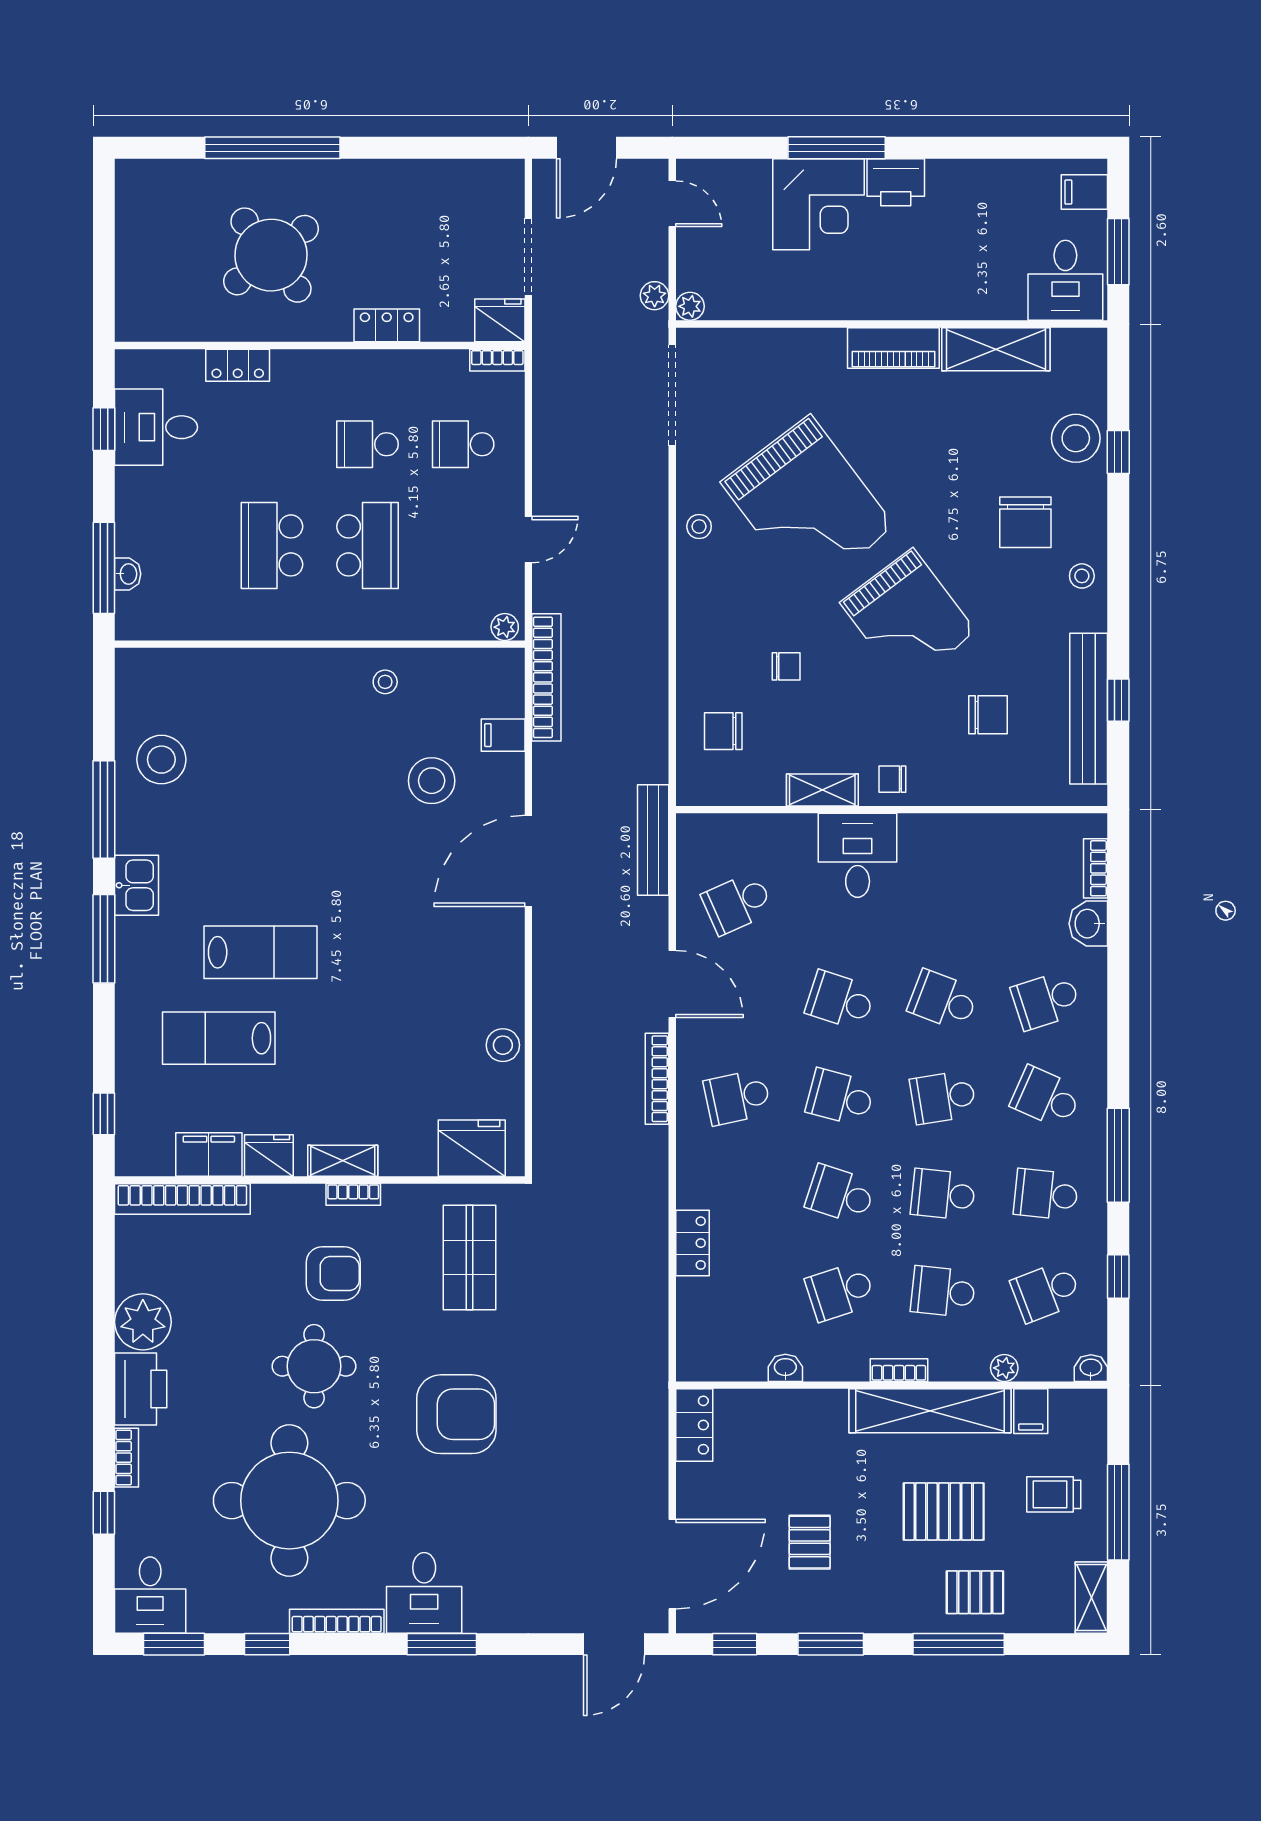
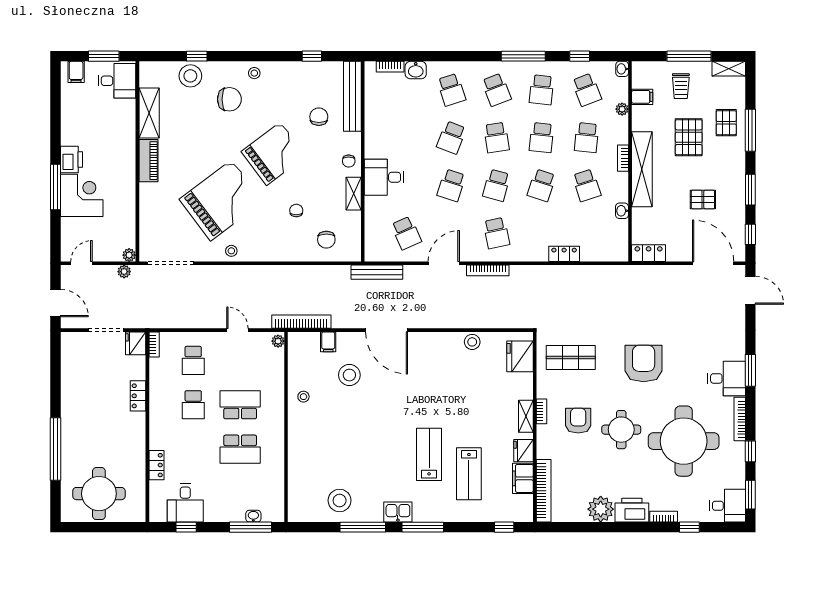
round table: (271, 255) -> (99, 494), moved, turned 38
bench: (1089, 709) -> (352, 96), moved, turned 90
school desk: (1046, 1097) -> (496, 90), turned -45
shelving: (930, 1411) -> (642, 169), moved

